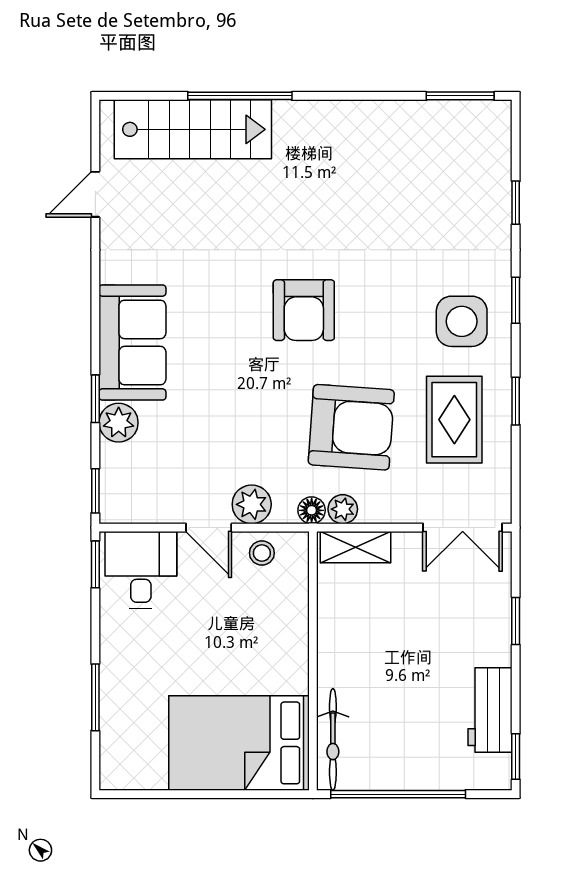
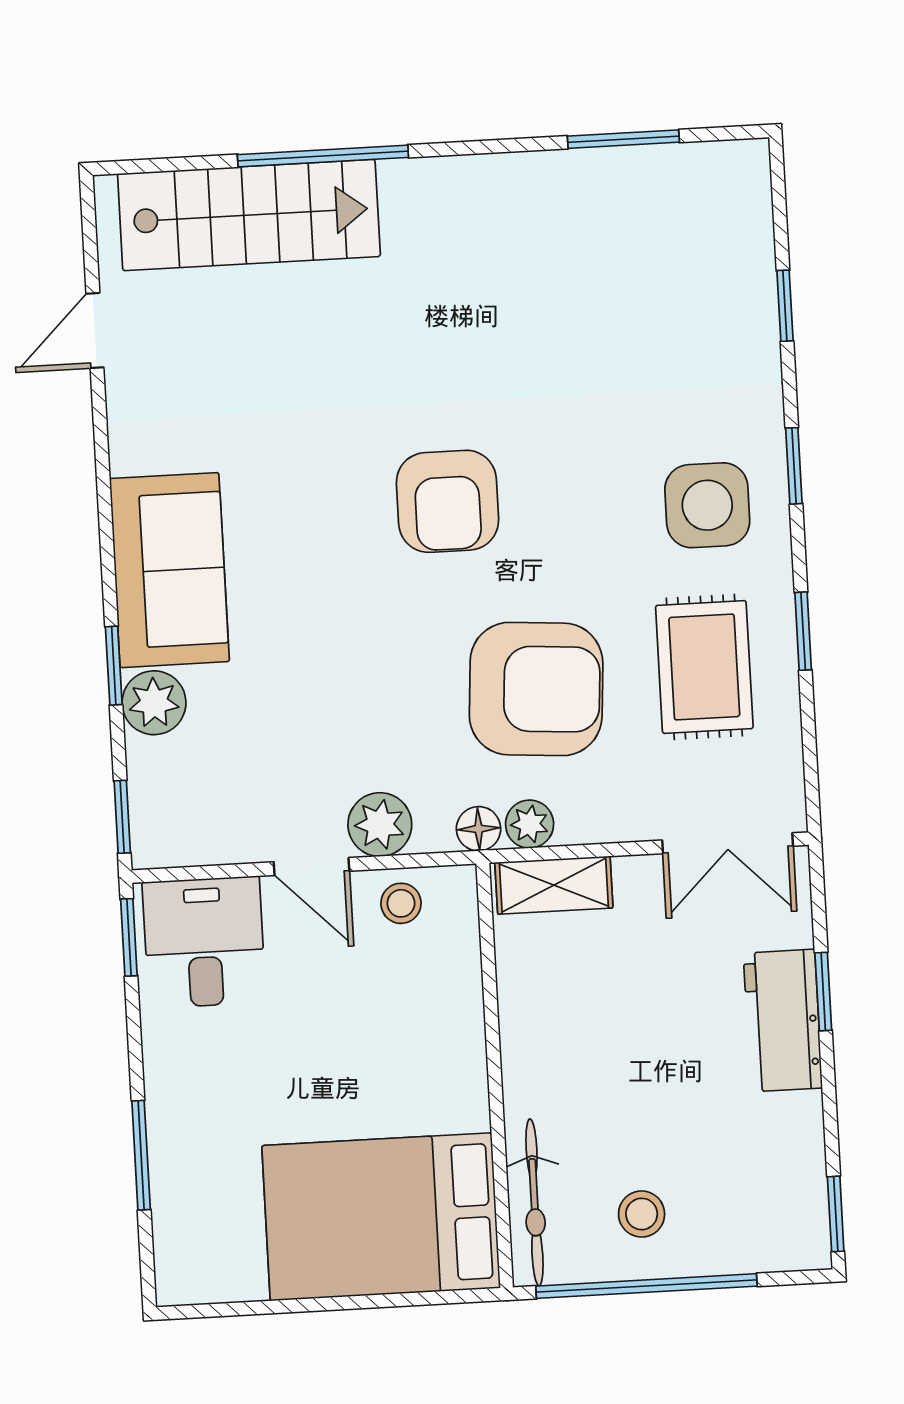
window: (460, 96) -> (623, 139), moved
workbench: (490, 710) -> (783, 1021), moved
stool: (398, 750) -> (642, 1214), added

